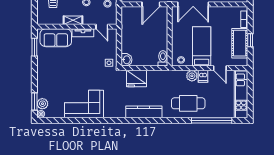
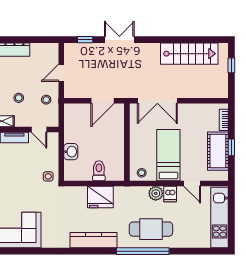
toilet: (163, 58) -> (99, 171), moved
washbasin: (126, 60) -> (71, 152), moved
fridge: (136, 79) -> (100, 197), moved
window: (212, 120) -> (143, 251), moved

